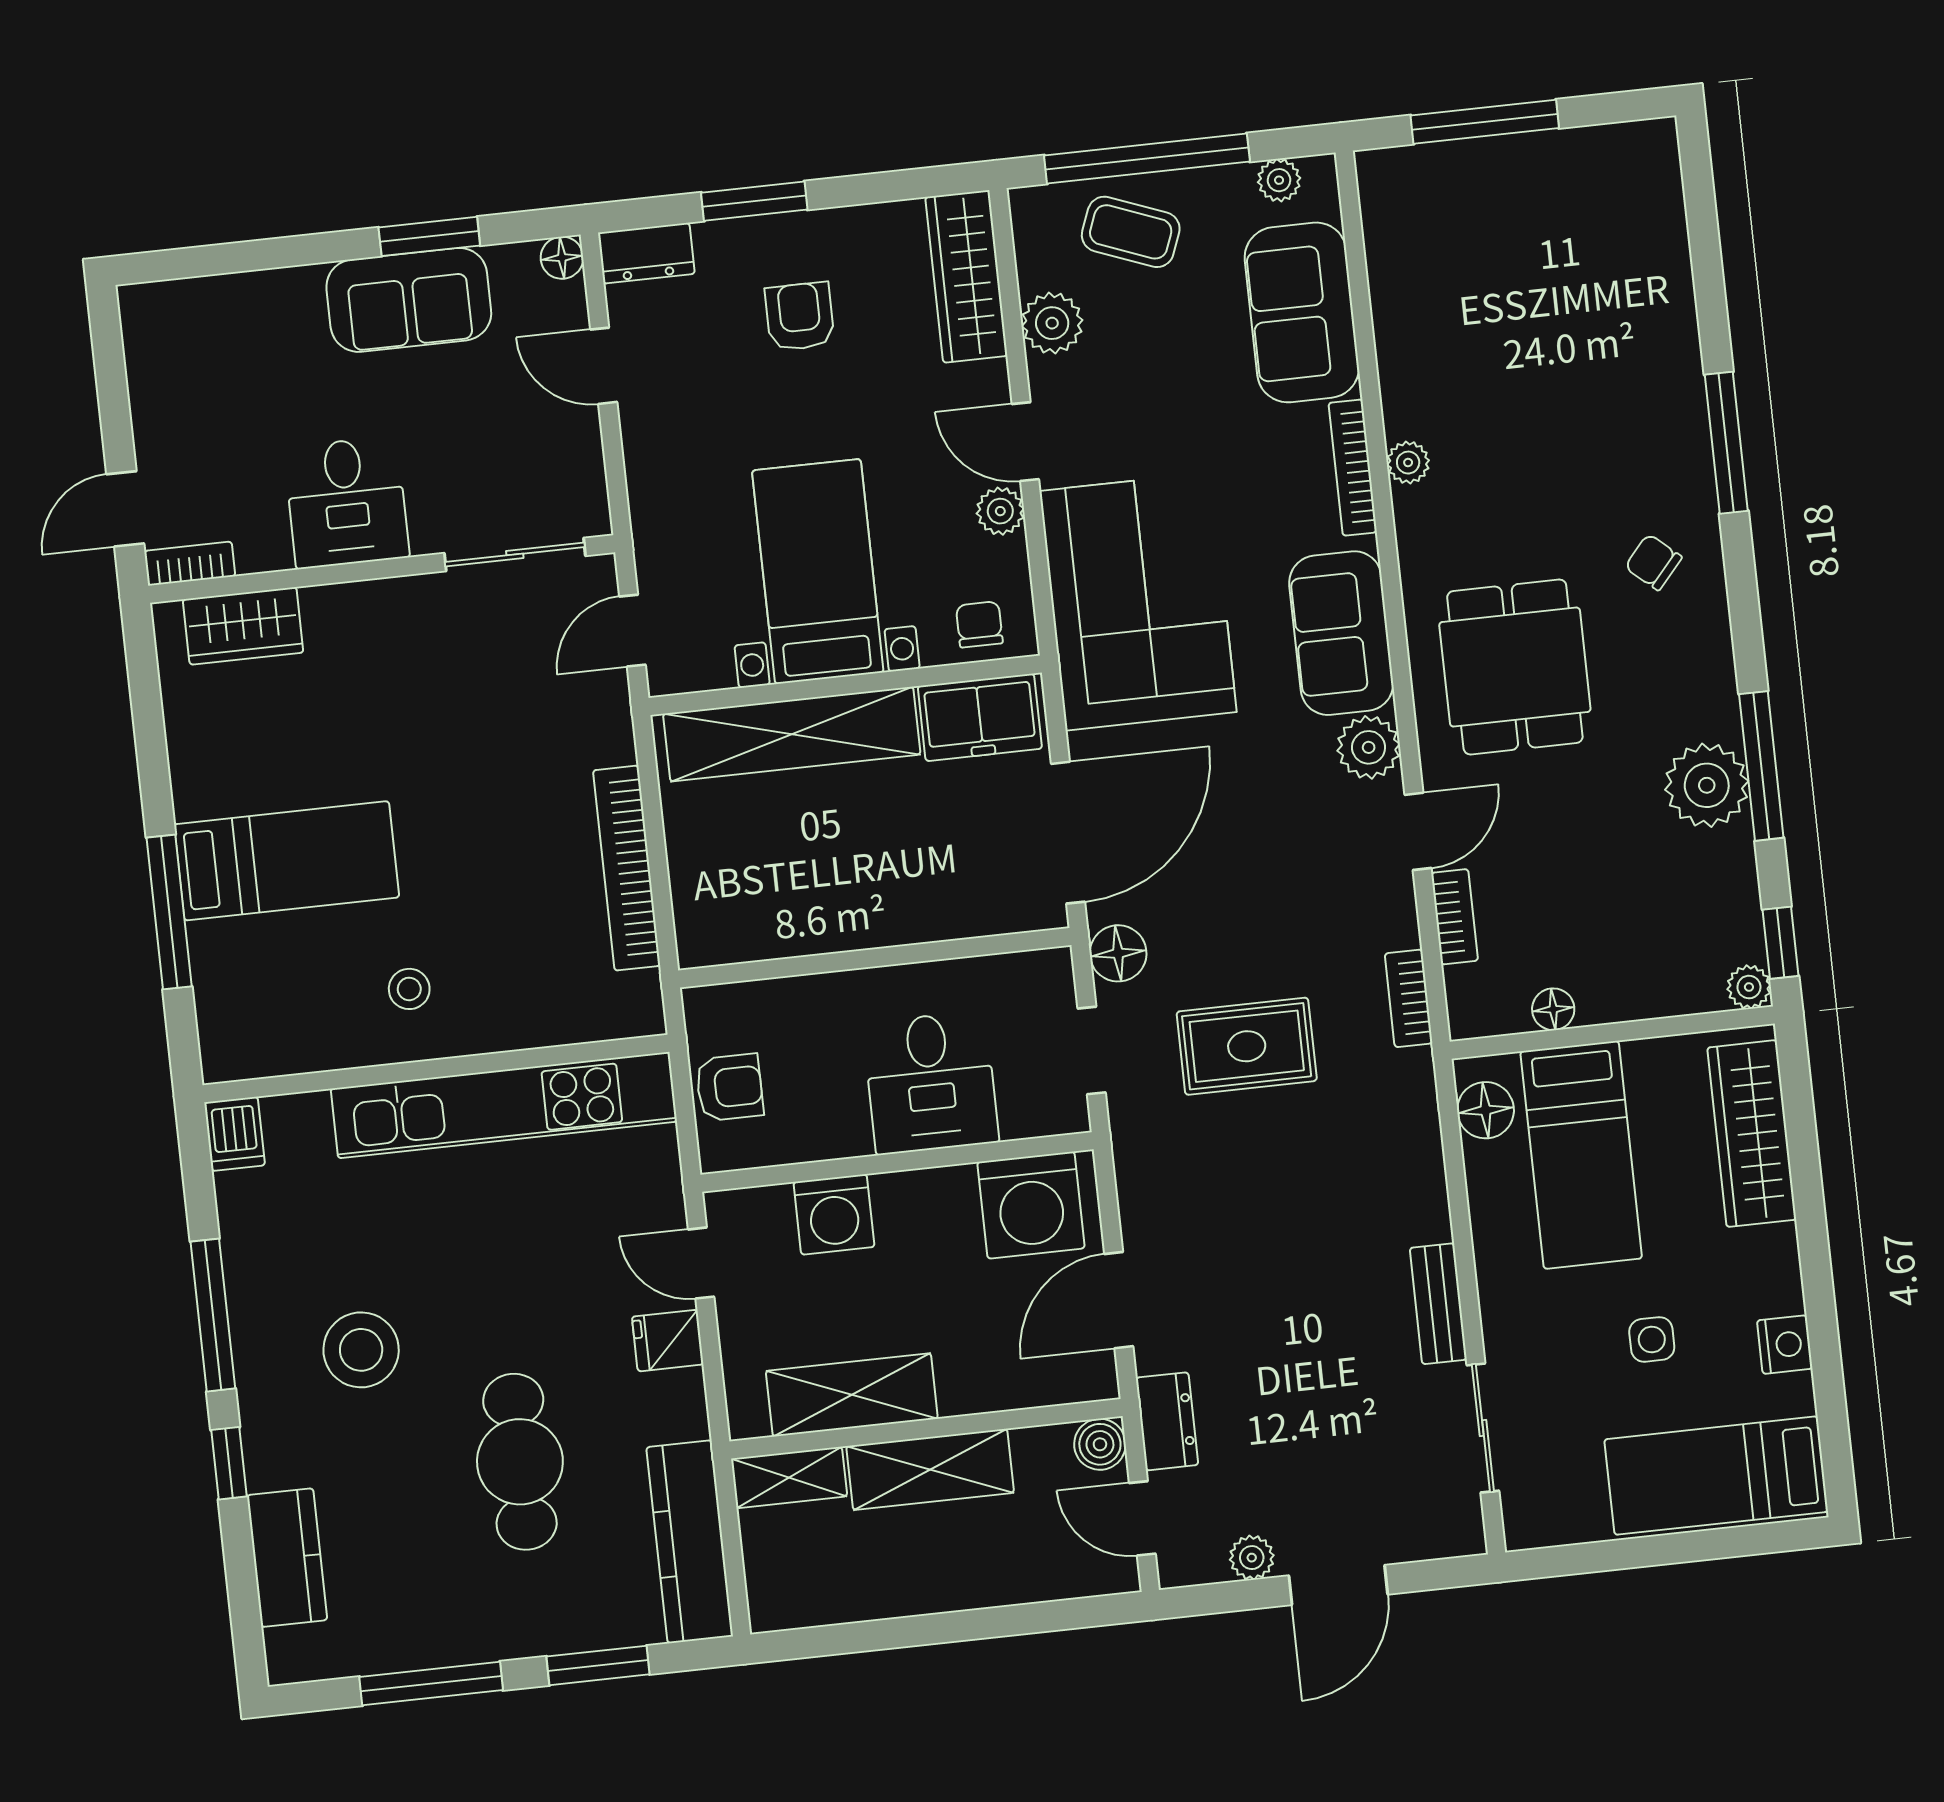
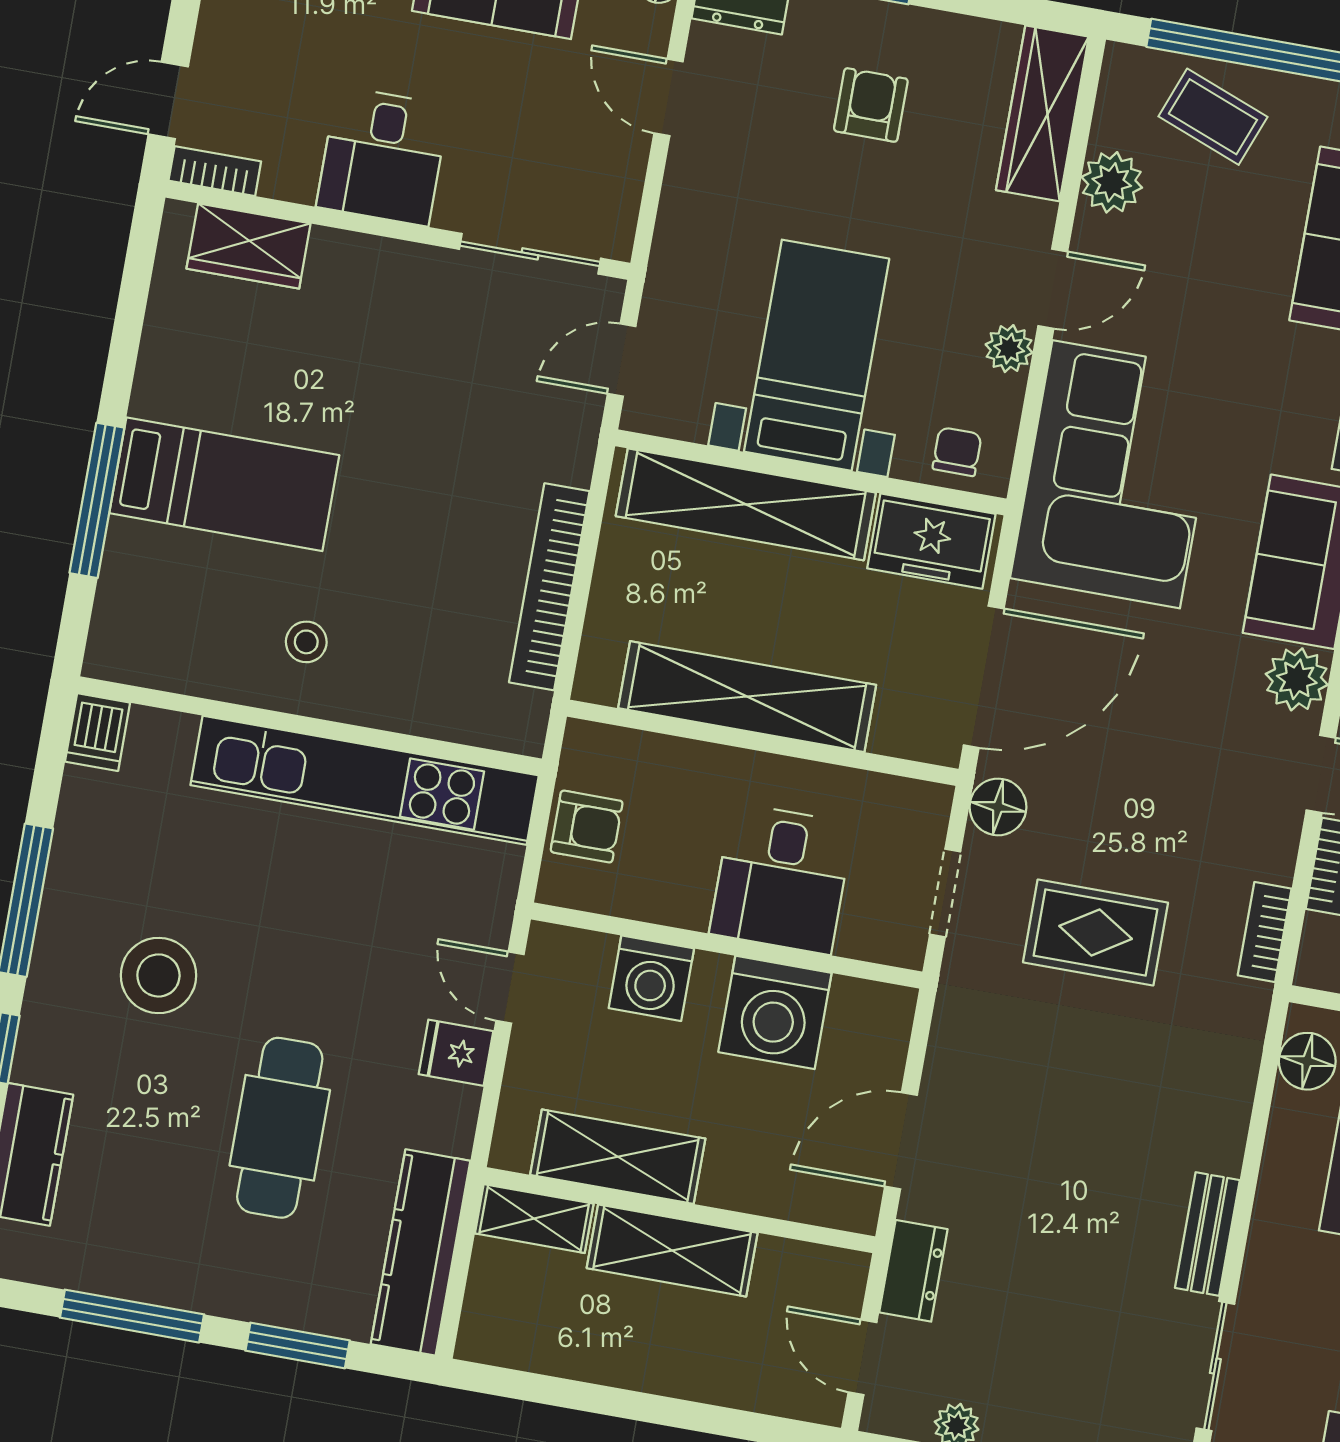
door: (1025, 442) -> (1053, 289), swing flipped
shelving: (847, 918) -> (747, 697), added
washing machine: (1031, 1205) -> (775, 1012), moved
boiler: (1100, 1444) -> (842, 1274), removed

